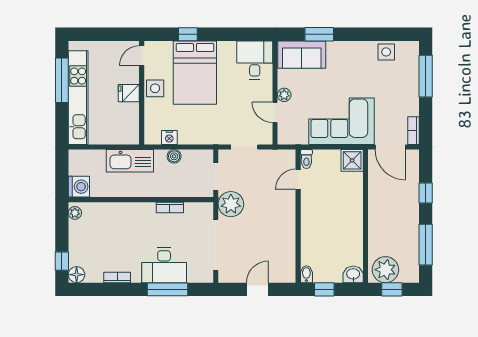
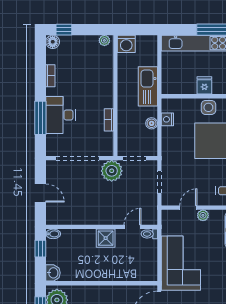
shower: (352, 160) -> (106, 238), moved
door: (298, 179) -> (132, 227), hinge flipped

